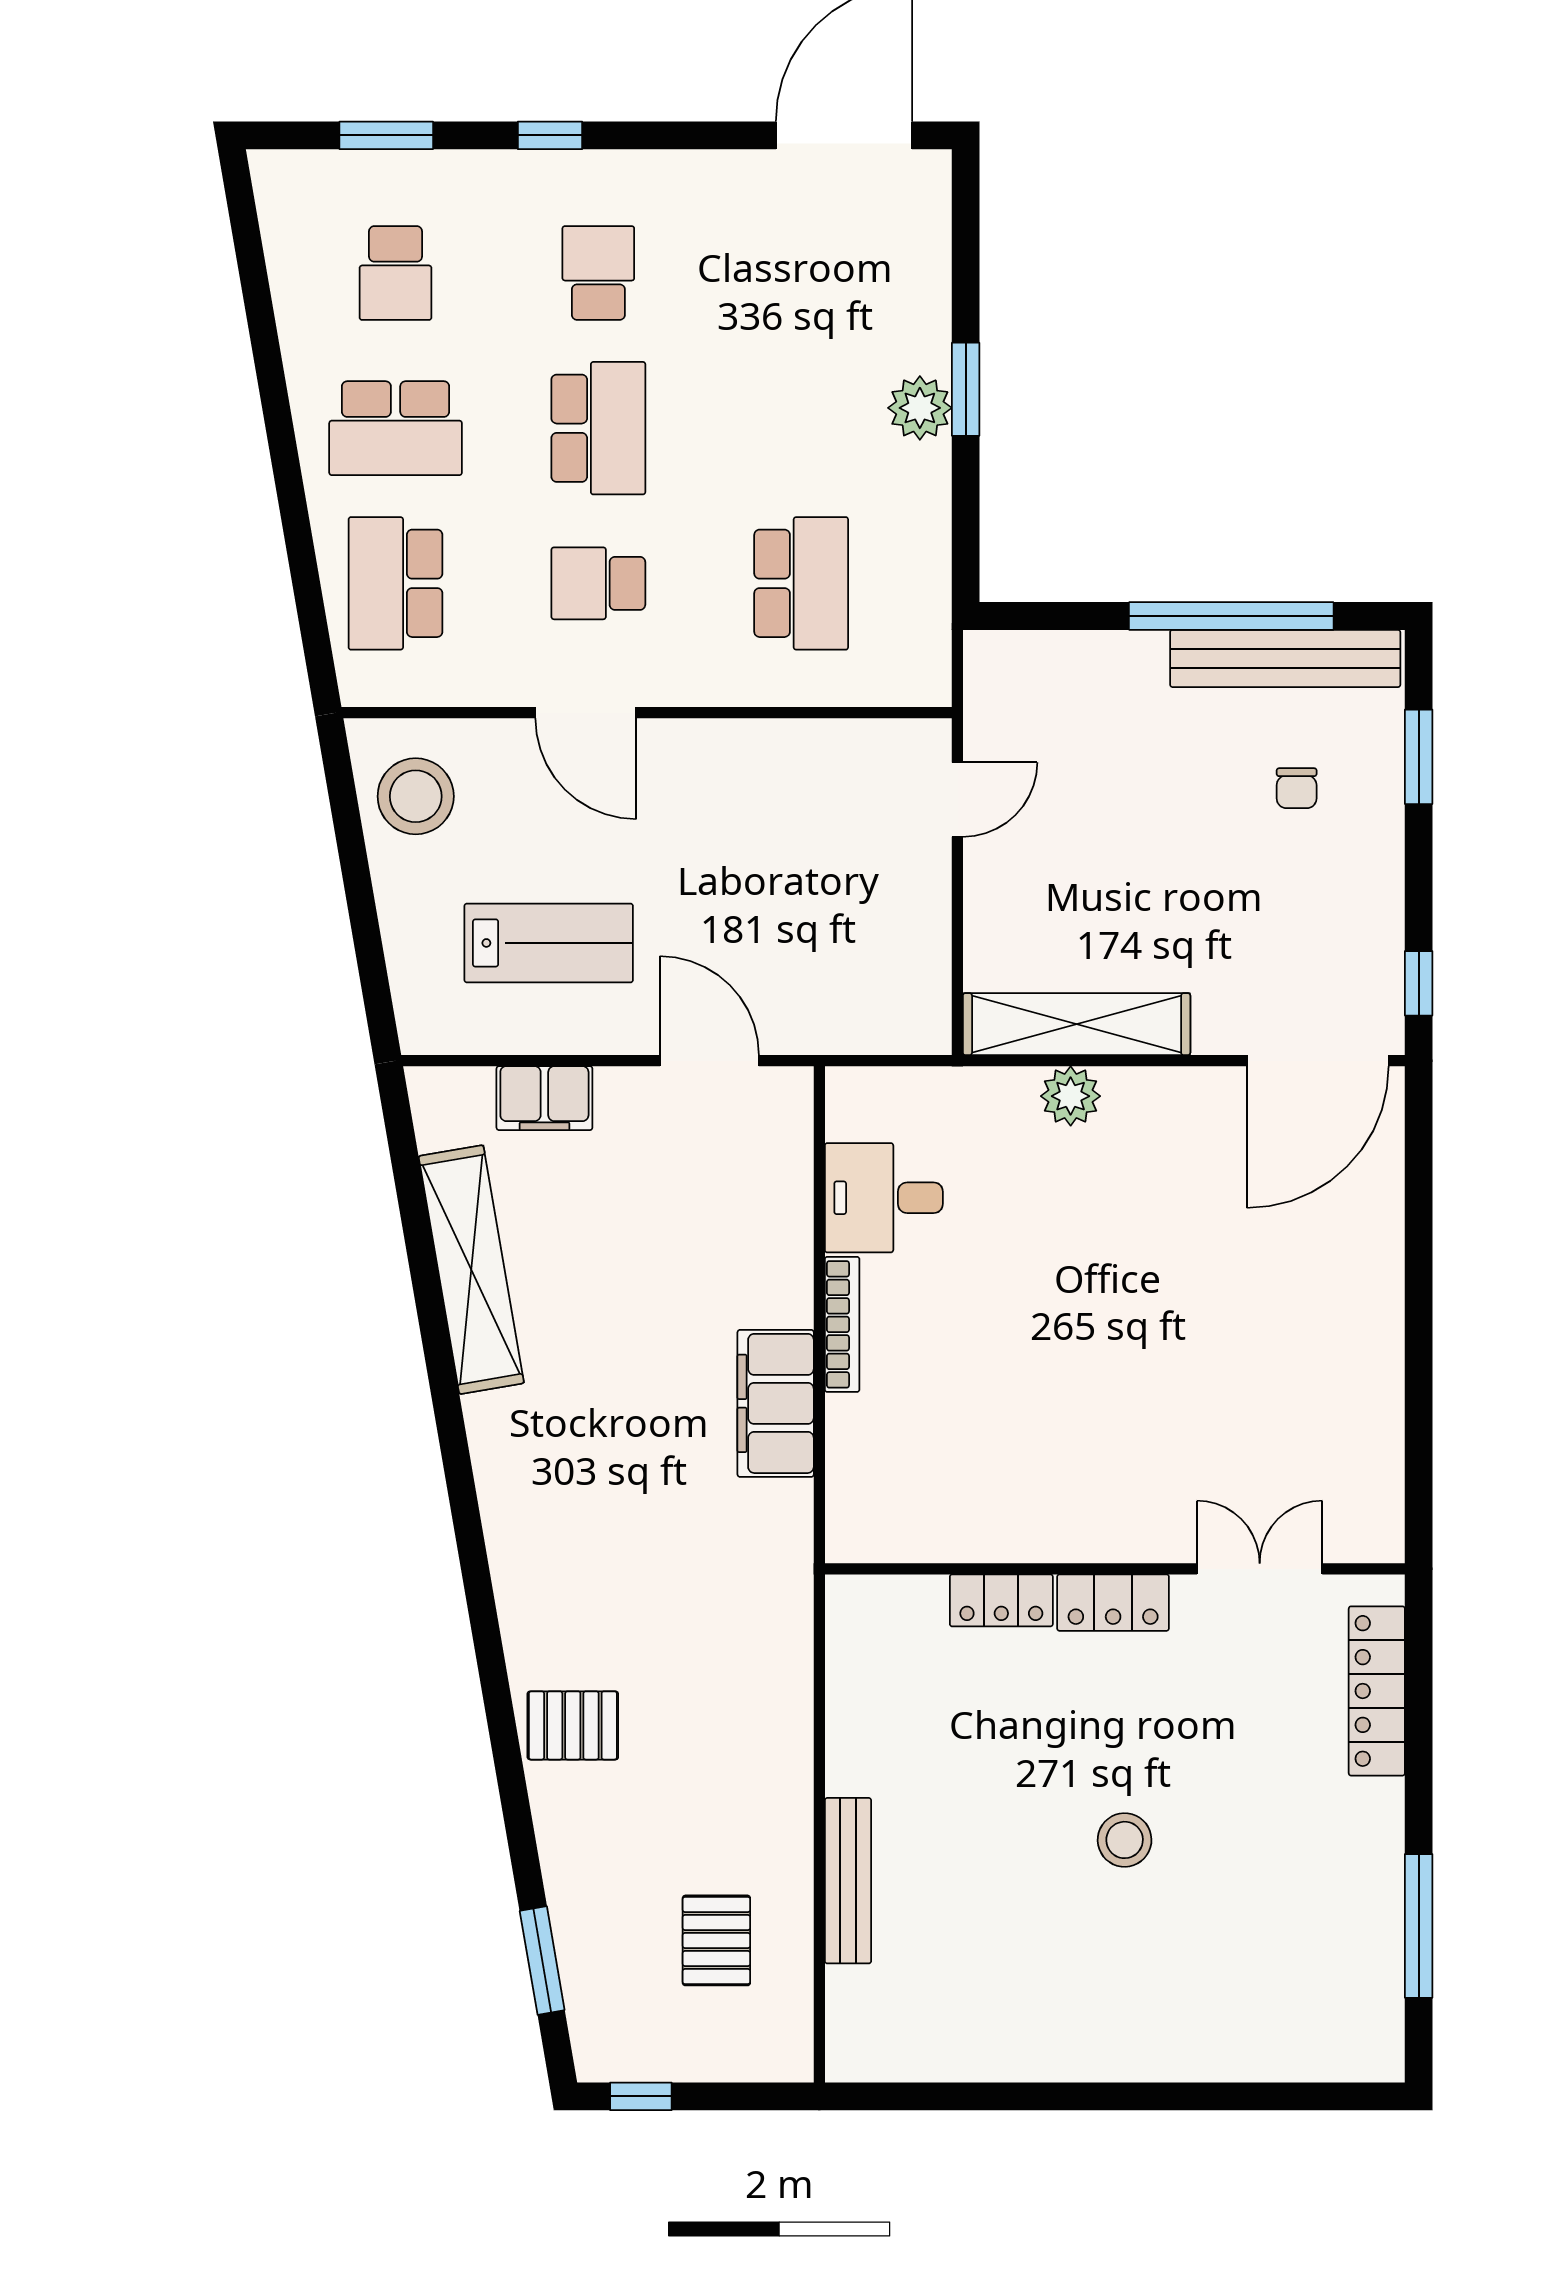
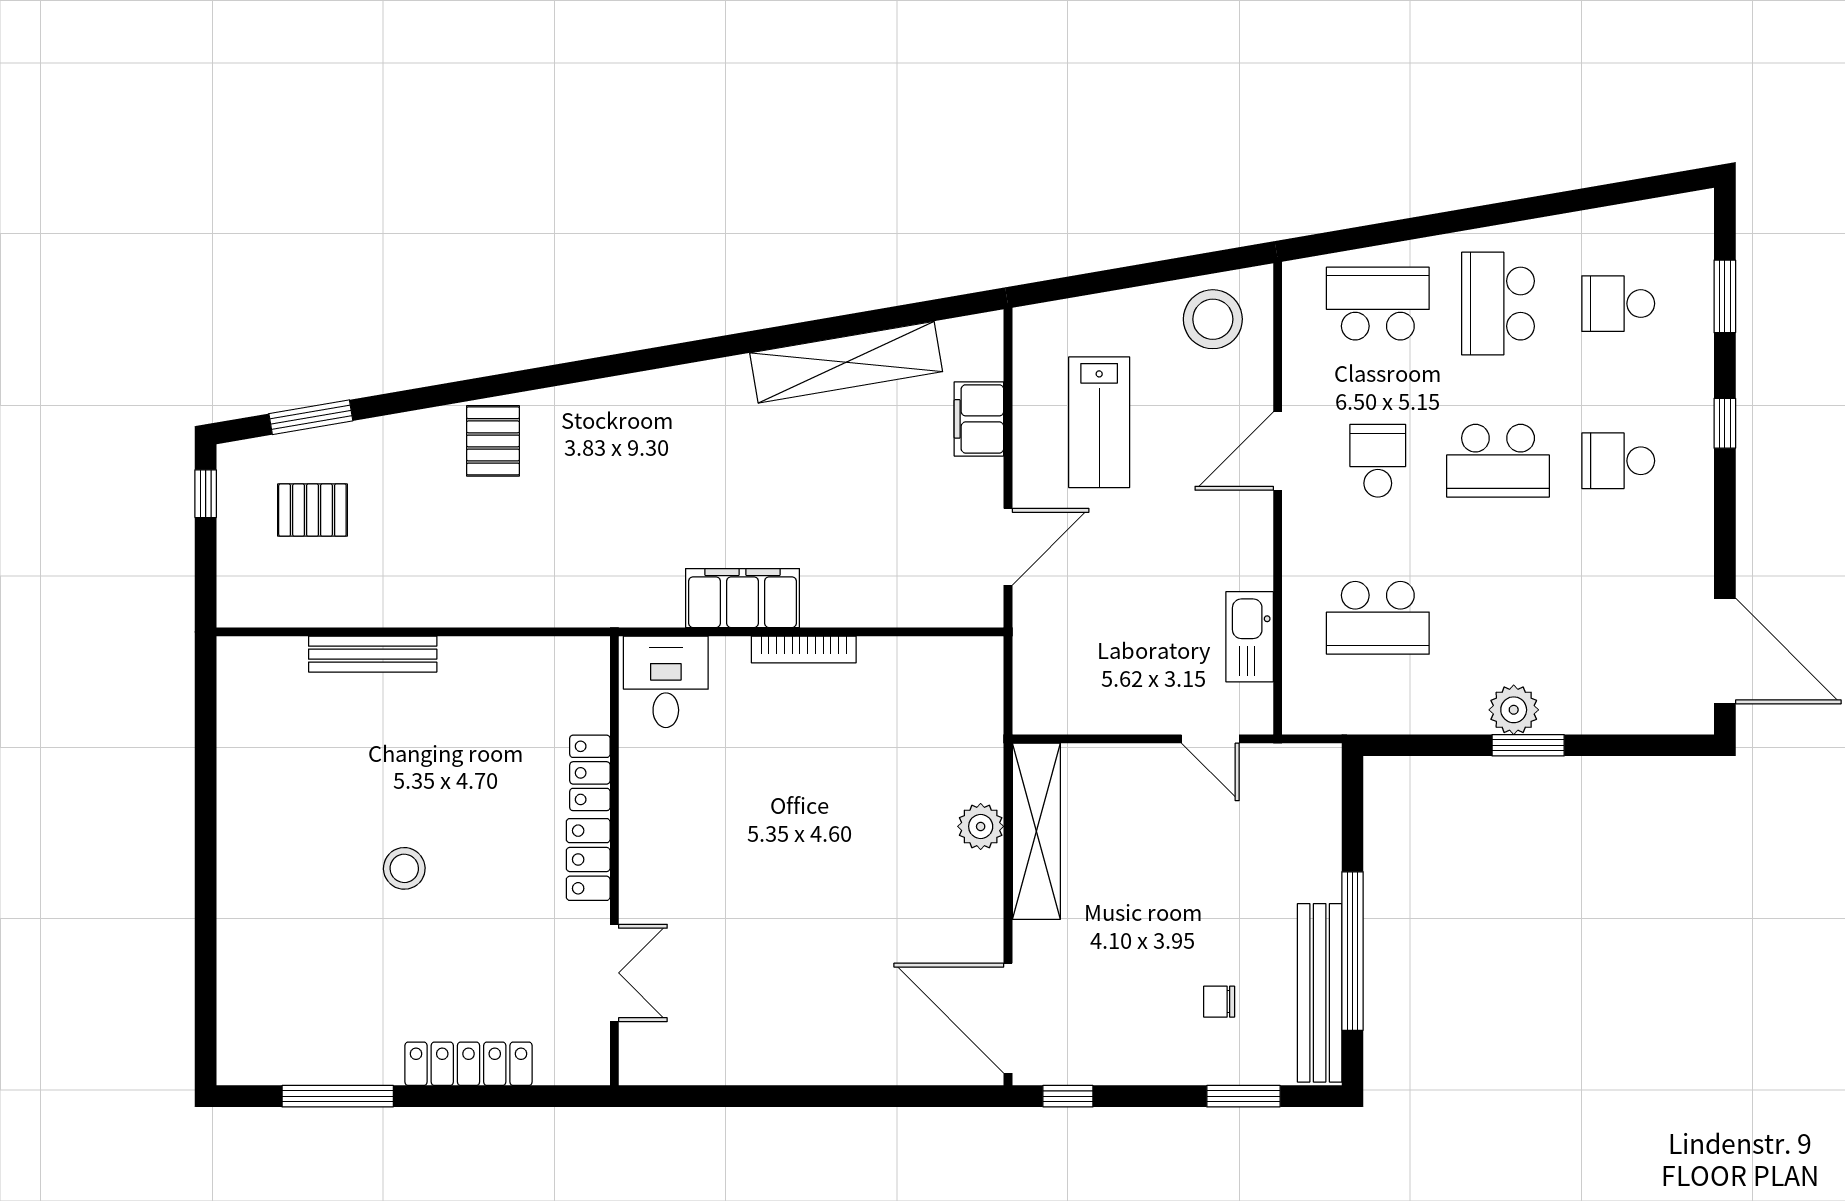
school desk: (598, 273) -> (1618, 461), turned 180
kitchen sink: (826, 749) -> (1250, 637), added
desk: (884, 1198) -> (666, 682), moved
locker: (1377, 1691) -> (469, 1064), moved
pallet: (716, 1940) -> (312, 510), moved

